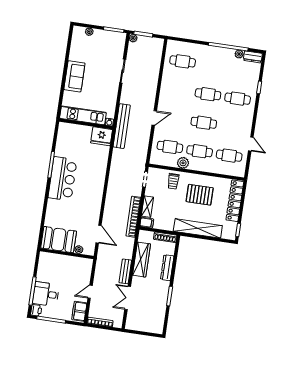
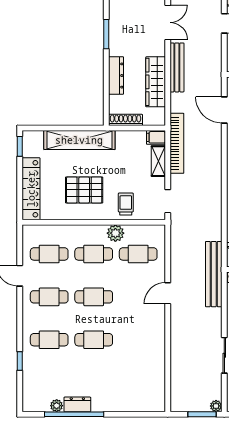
dresser: (253, 57) -> (77, 404), moved
cafe table: (183, 61) -> (49, 297), moved
bench: (125, 271) -> (177, 67), width x1.36

